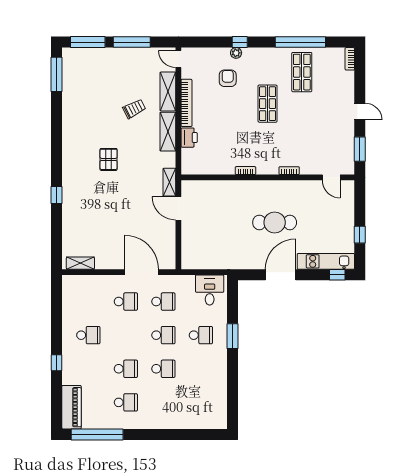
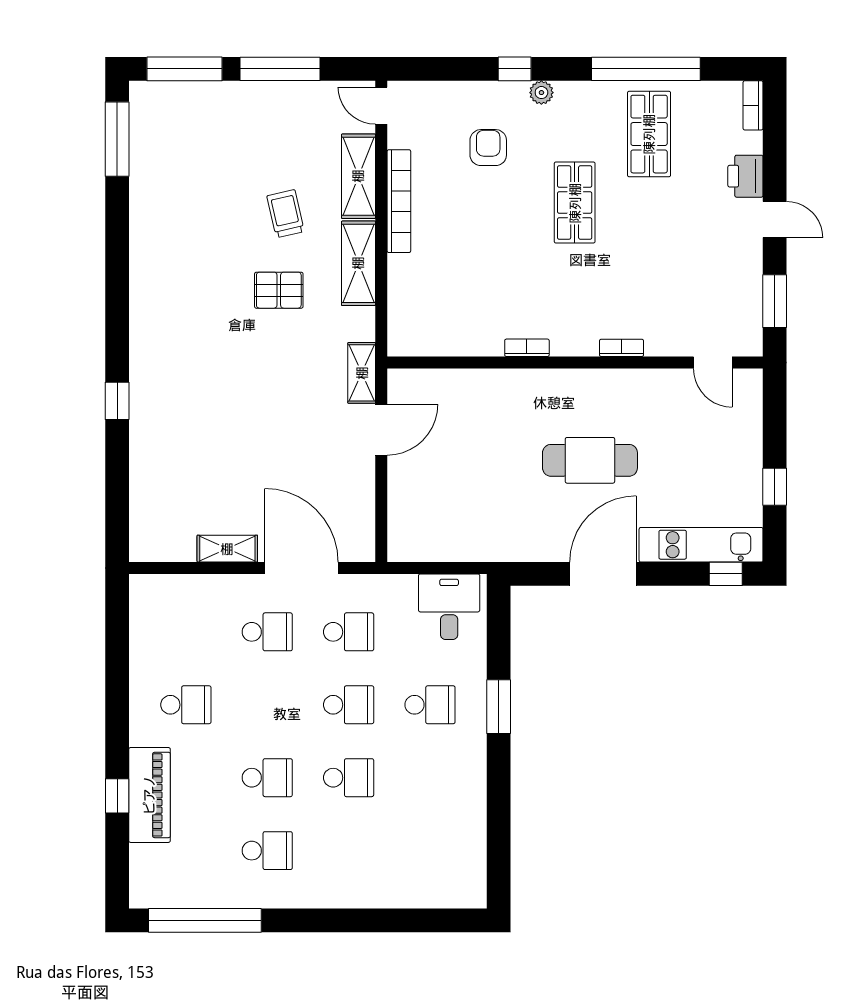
plant: (236, 53) -> (541, 93), moved
trolley: (134, 109) -> (286, 214), turned -76
printer: (189, 138) -> (745, 176), moved, turned 180
pallet: (109, 159) -> (279, 290), moved, turned 90
door: (178, 208) -> (381, 430), swing flipped
shelving: (80, 263) -> (227, 549), moved
window: (57, 363) -> (117, 796), moved
piano: (72, 407) -> (149, 795), moved

